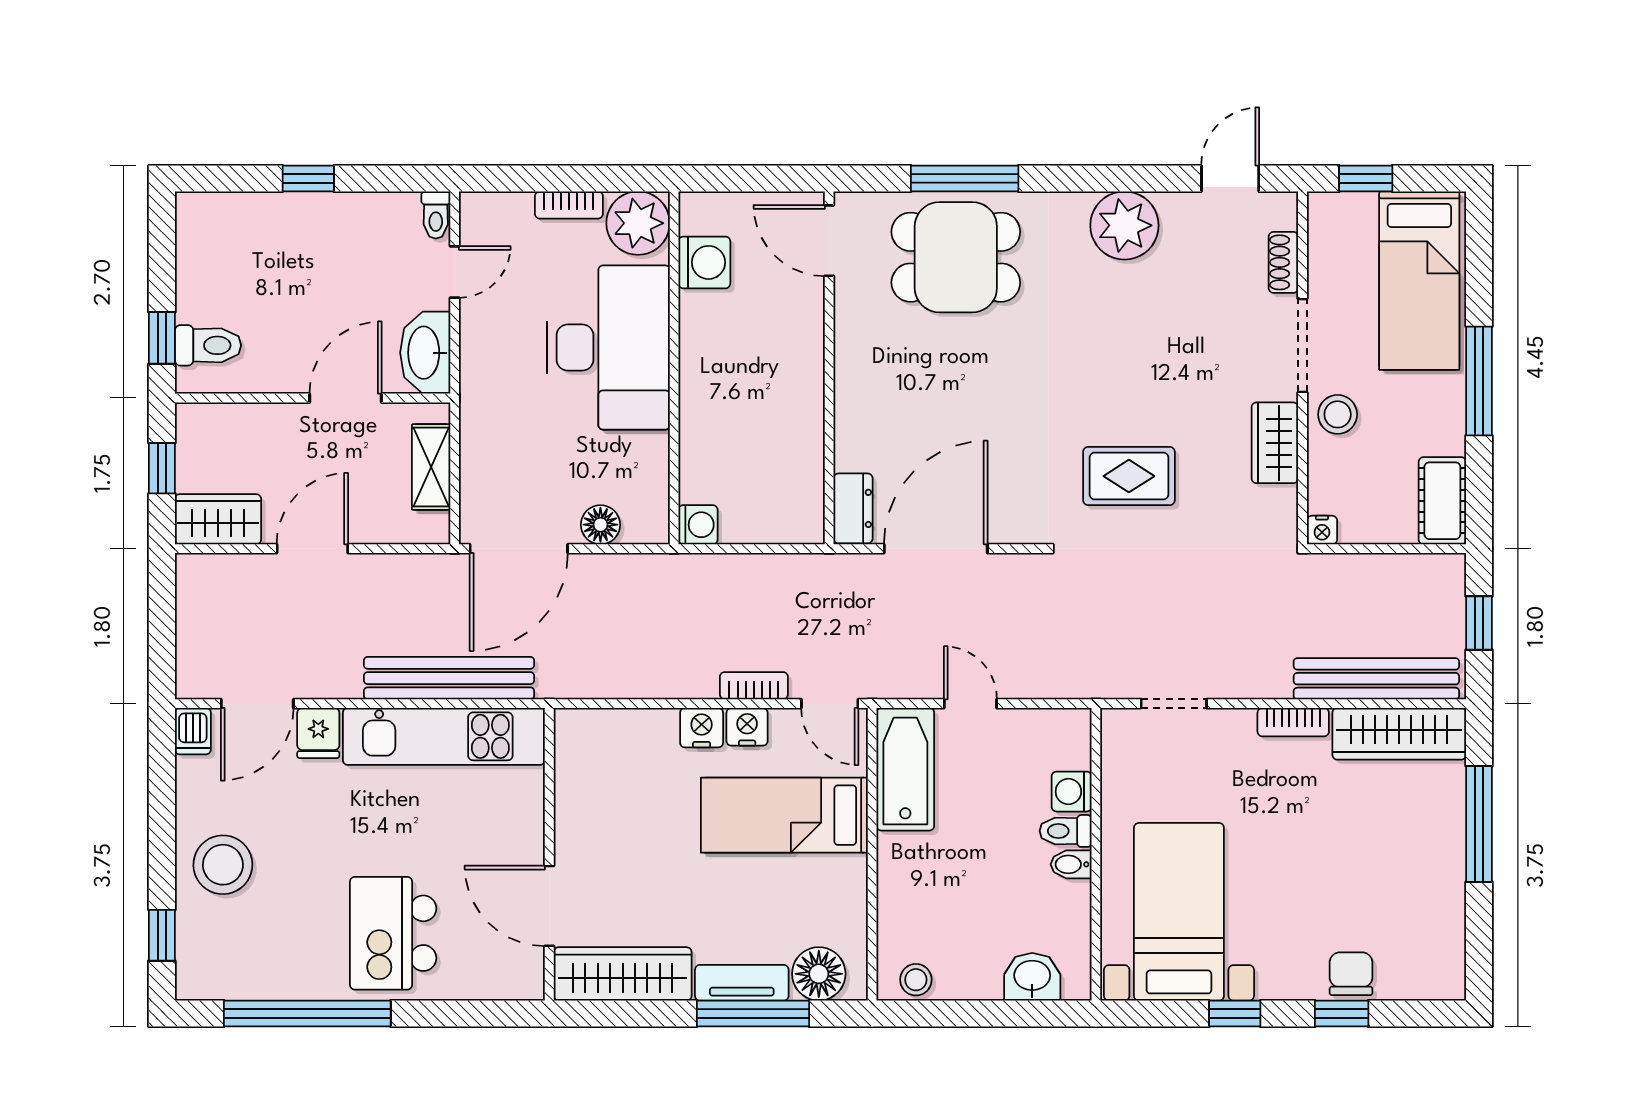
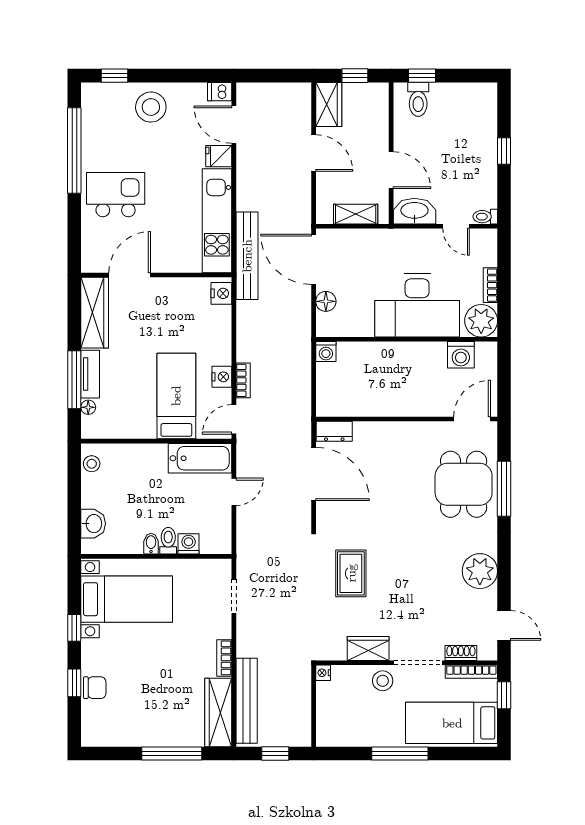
bookcase: (1320, 242) -> (471, 672), added
cot: (1442, 501) -> (338, 735), removed
bench: (449, 678) -> (247, 256), moved
nightstand: (702, 728) -> (221, 293), moved
floor lamp: (819, 974) -> (88, 407), width x0.53, depth x0.53

